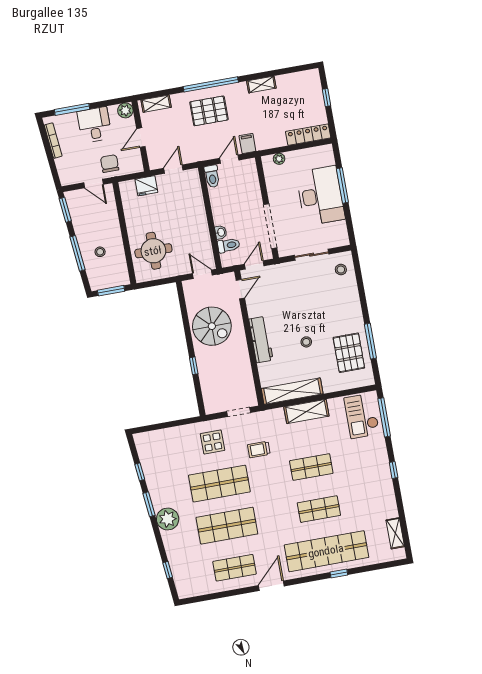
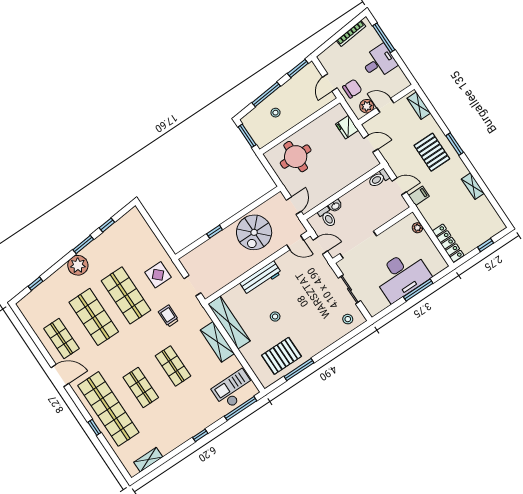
window: (211, 84) -> (455, 144), width x0.47
plant: (125, 110) -> (367, 106), moved

